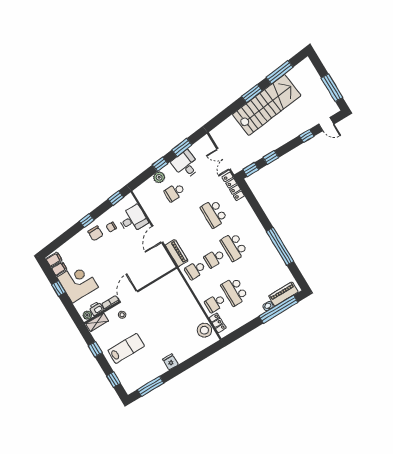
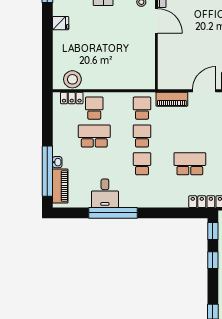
door: (157, 234) -> (204, 91), hinge flipped
school desk: (234, 247) -> (142, 164), width x0.54
desk: (270, 260) -> (105, 193), added

